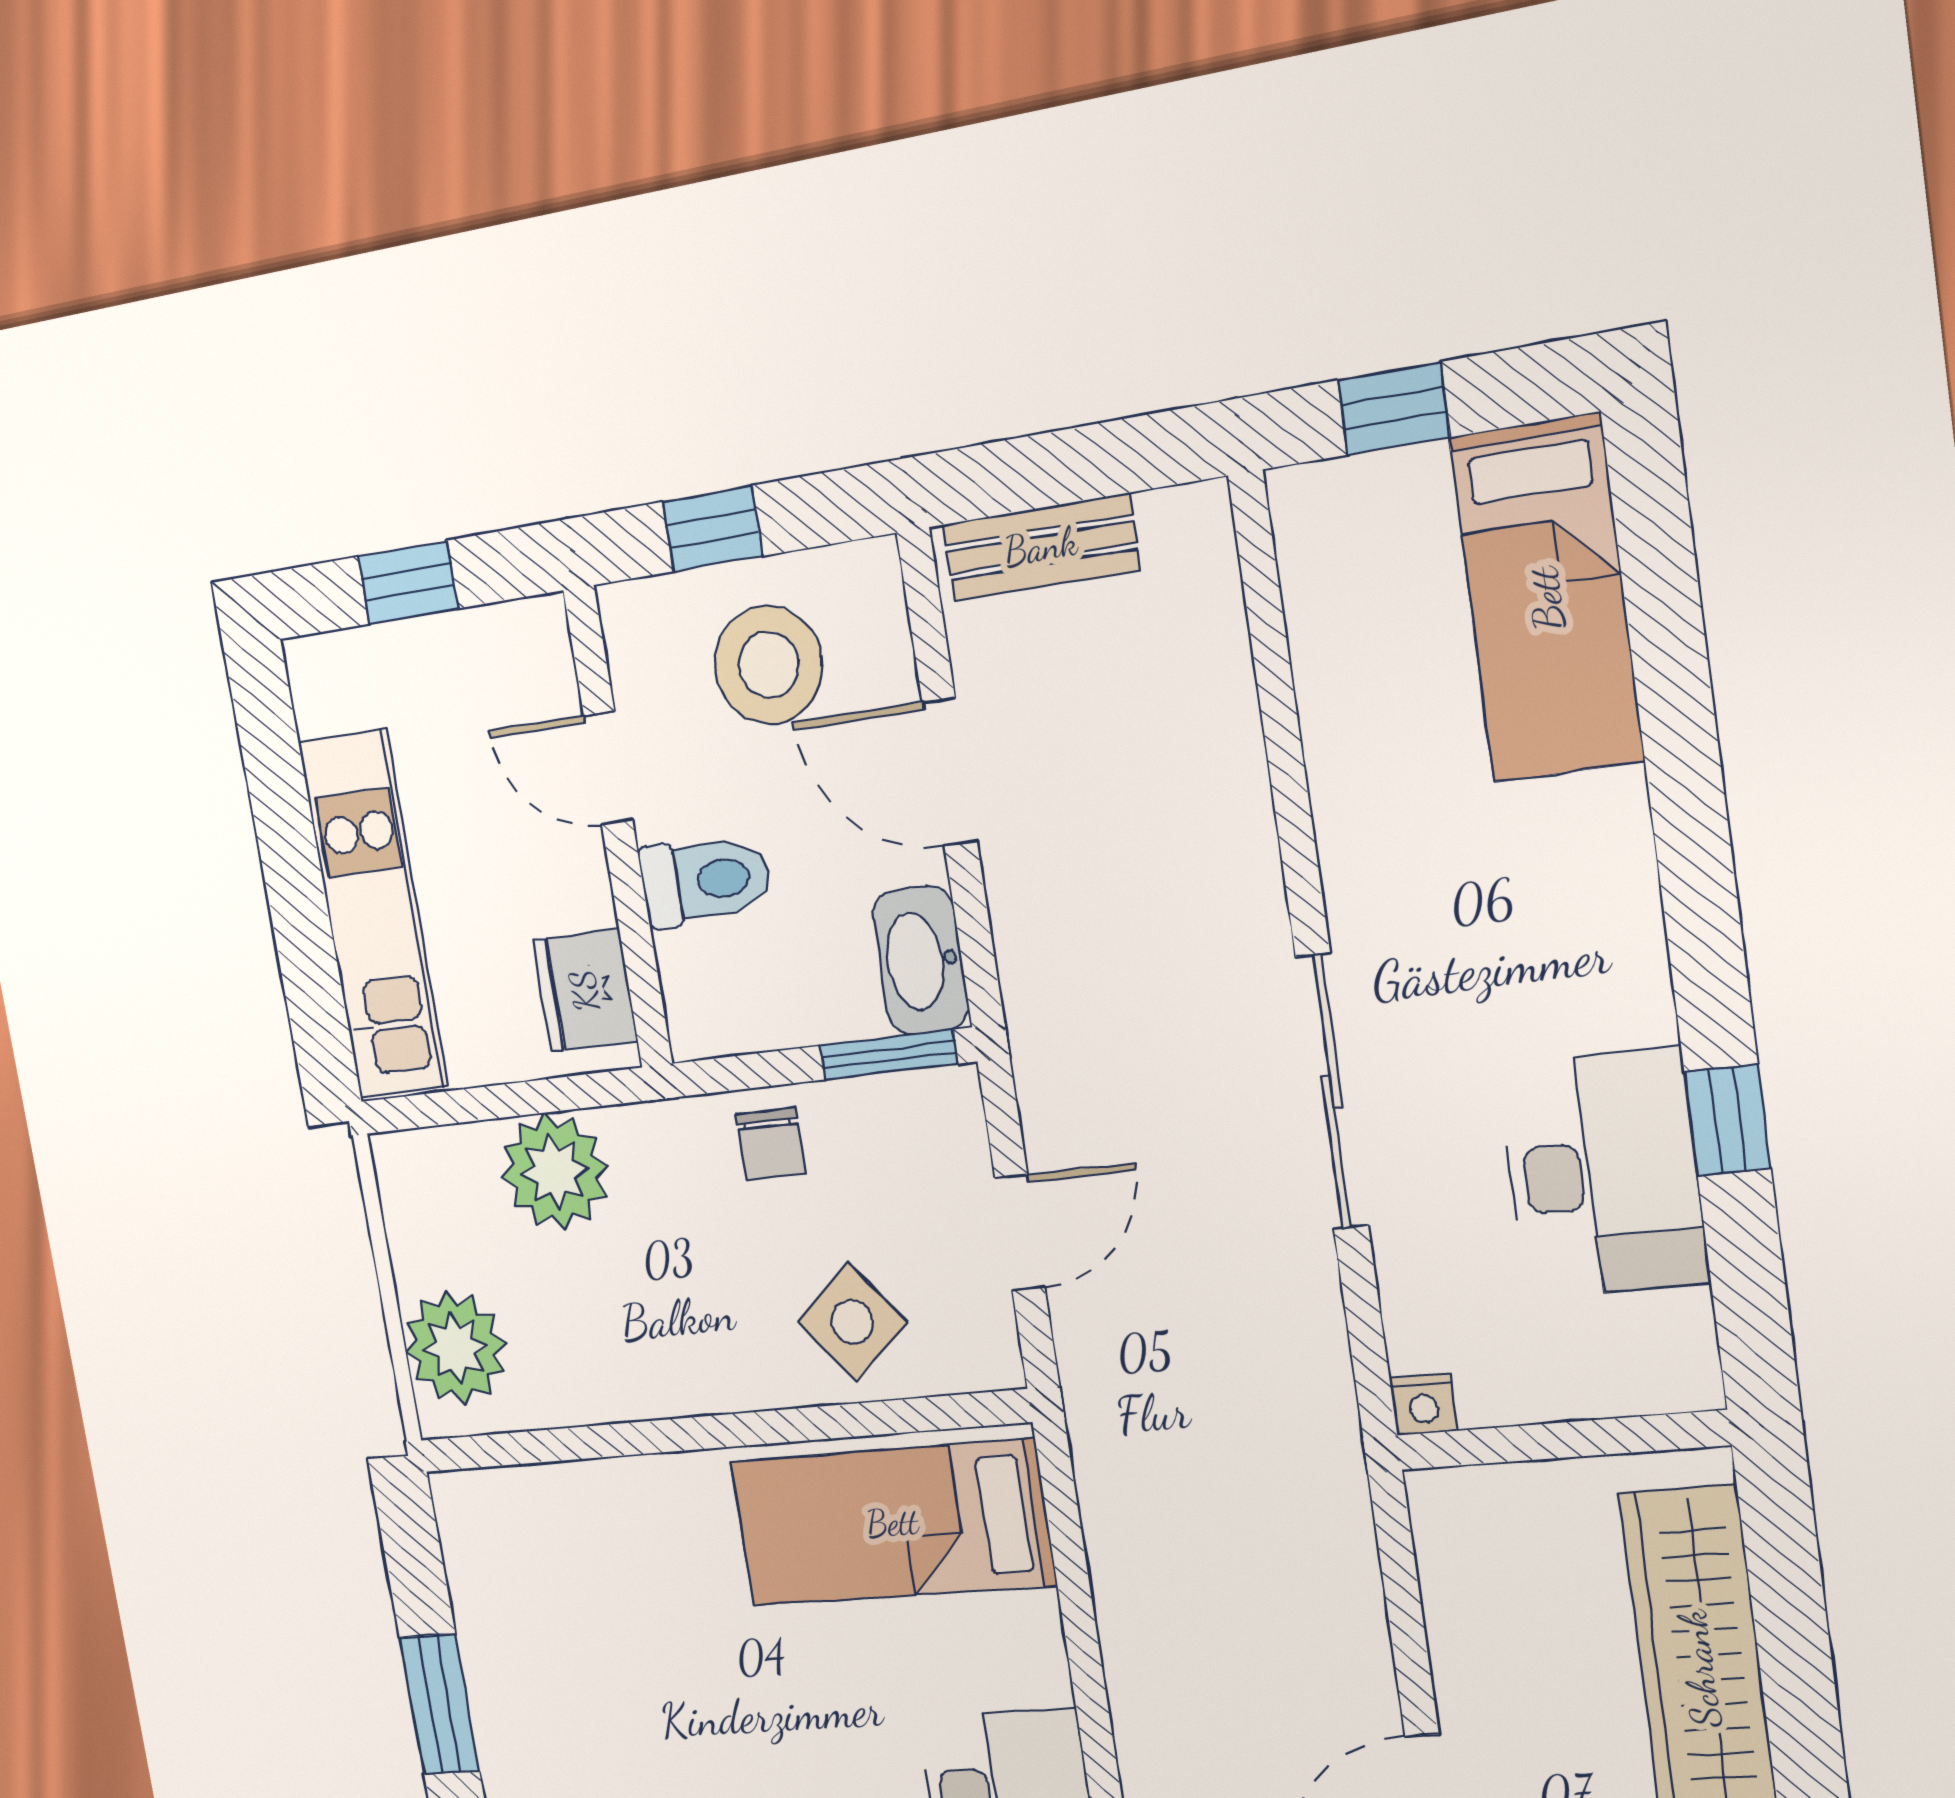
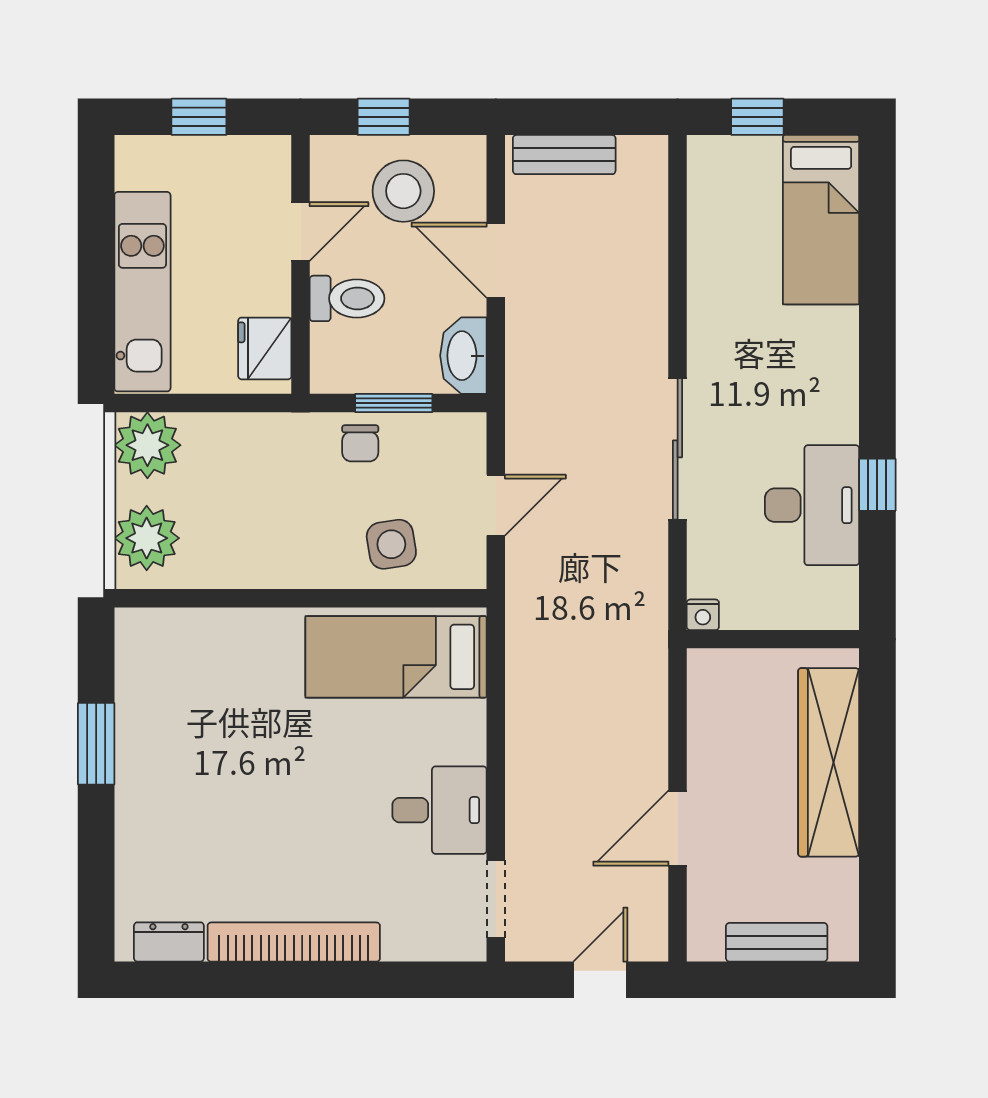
door: (608, 768) -> (301, 232), swing flipped
window: (889, 1055) -> (394, 403), moved
plant: (555, 1172) -> (147, 445), moved
side table: (852, 1322) -> (391, 544), turned 31

